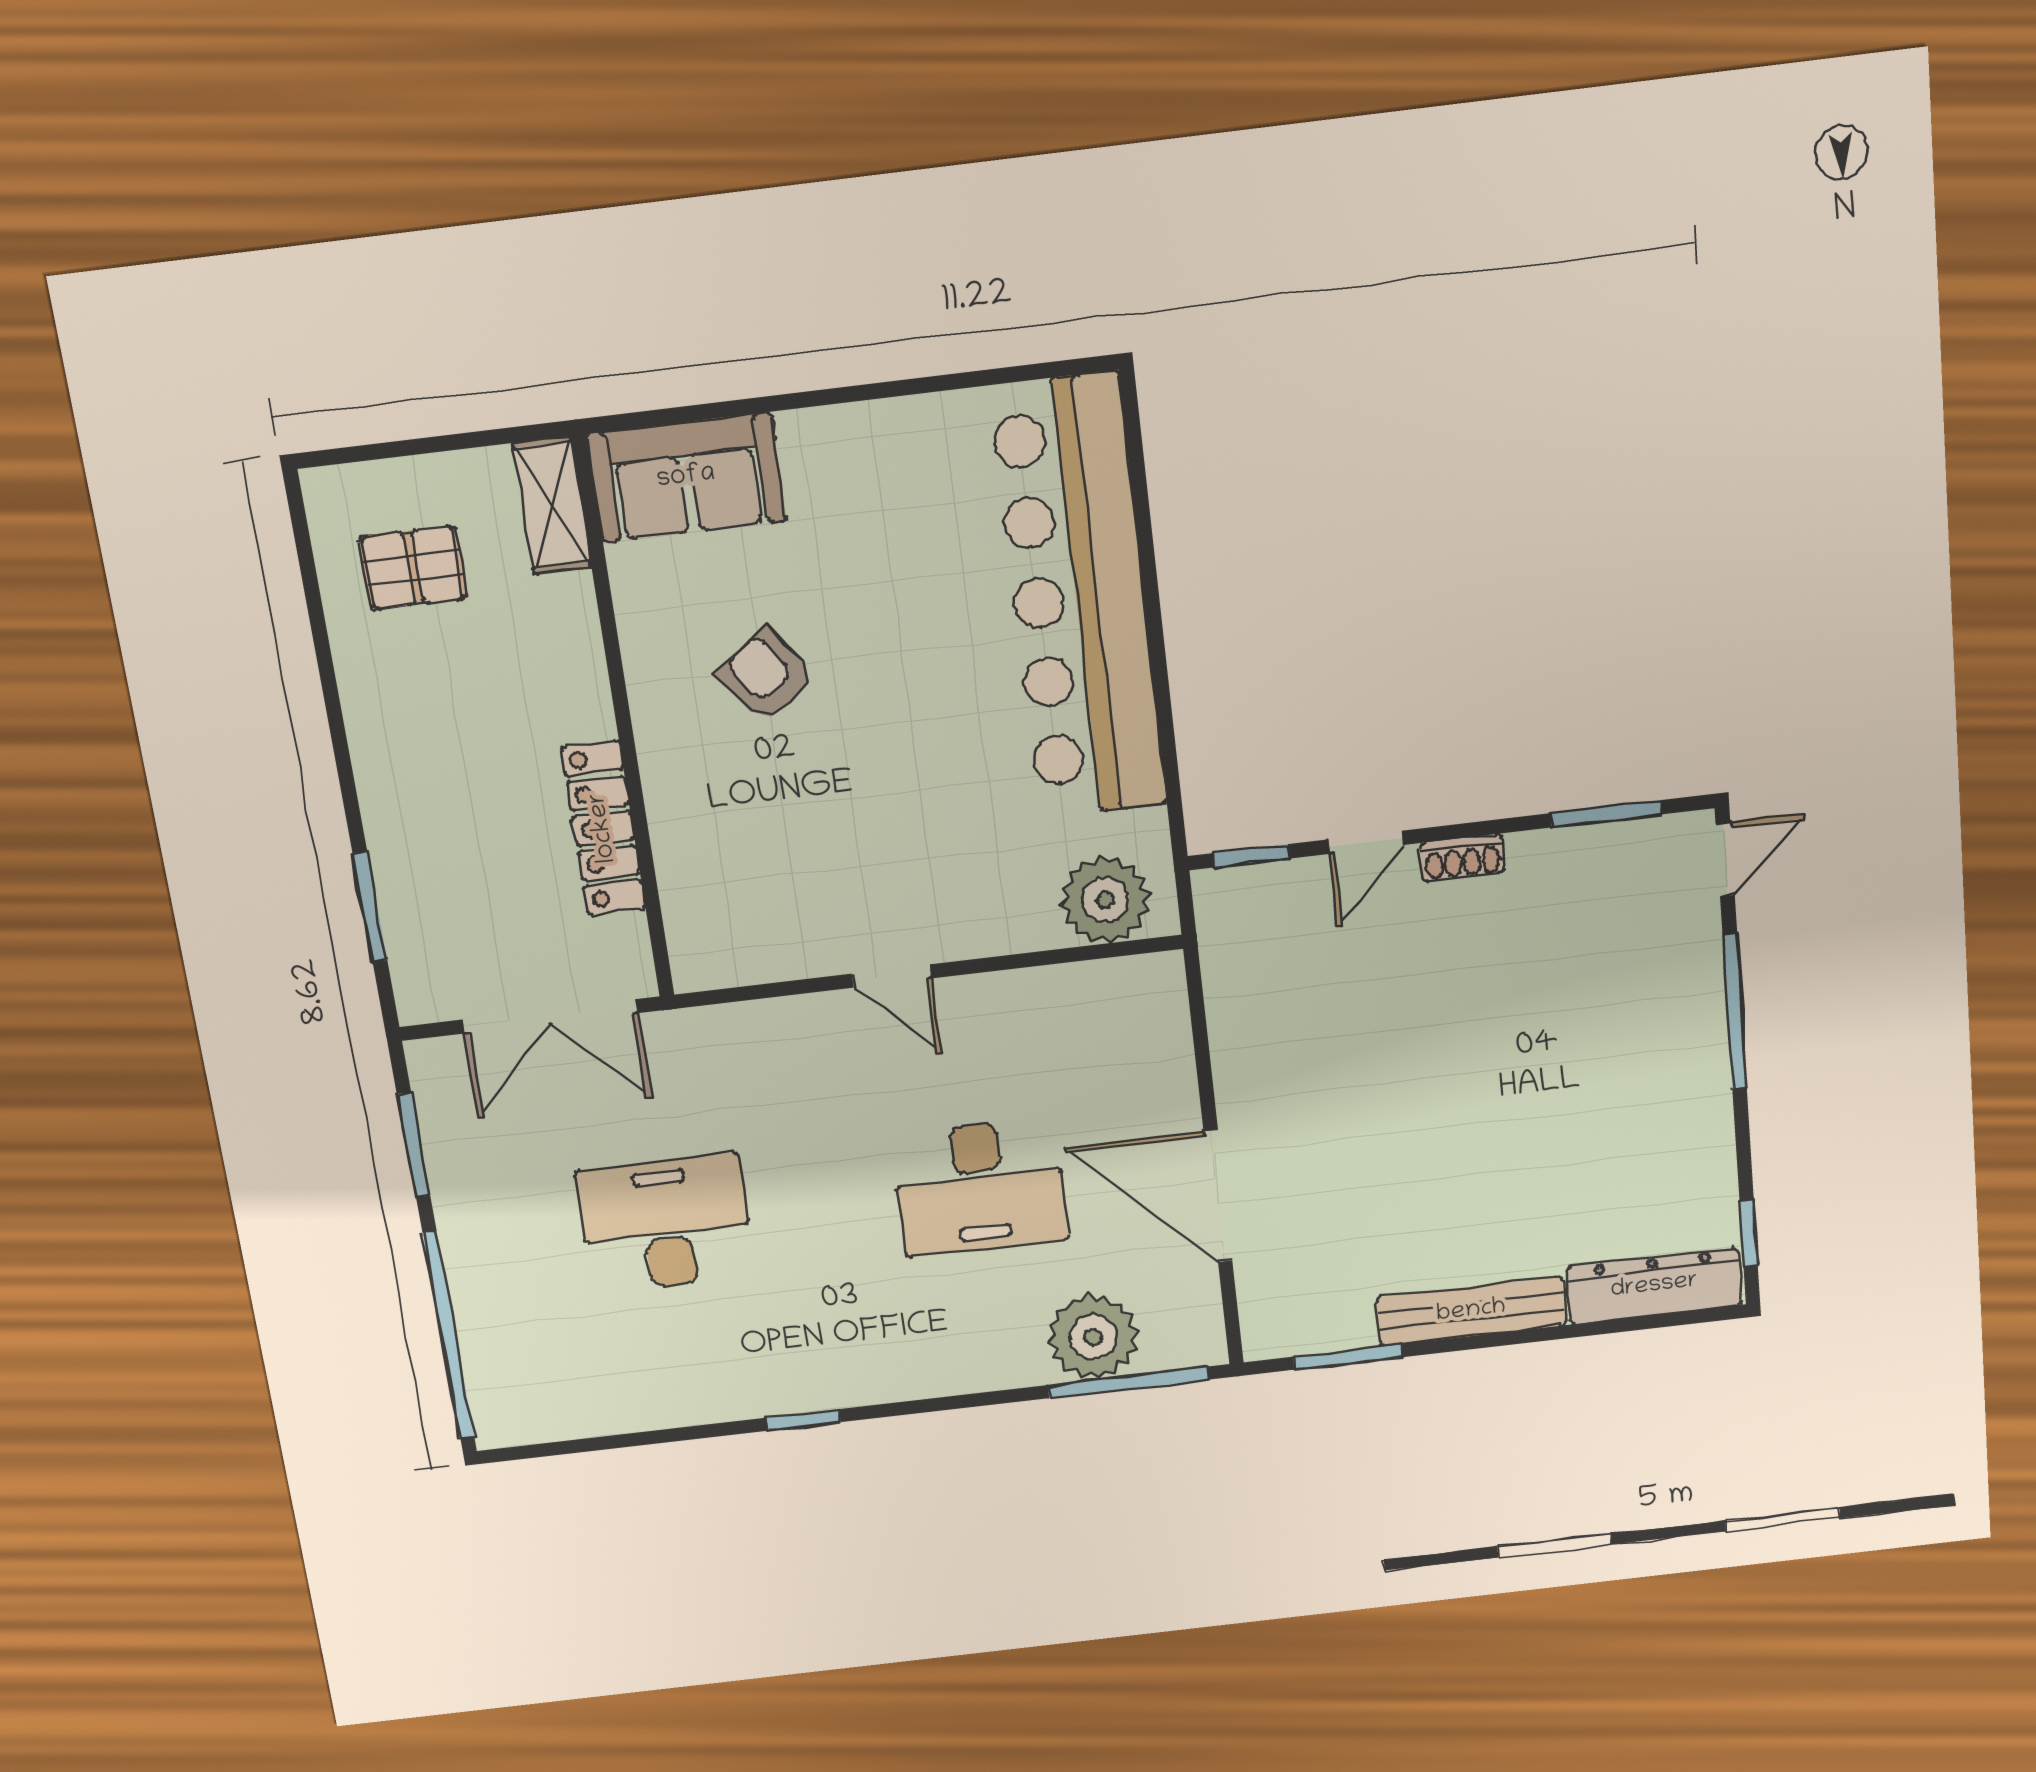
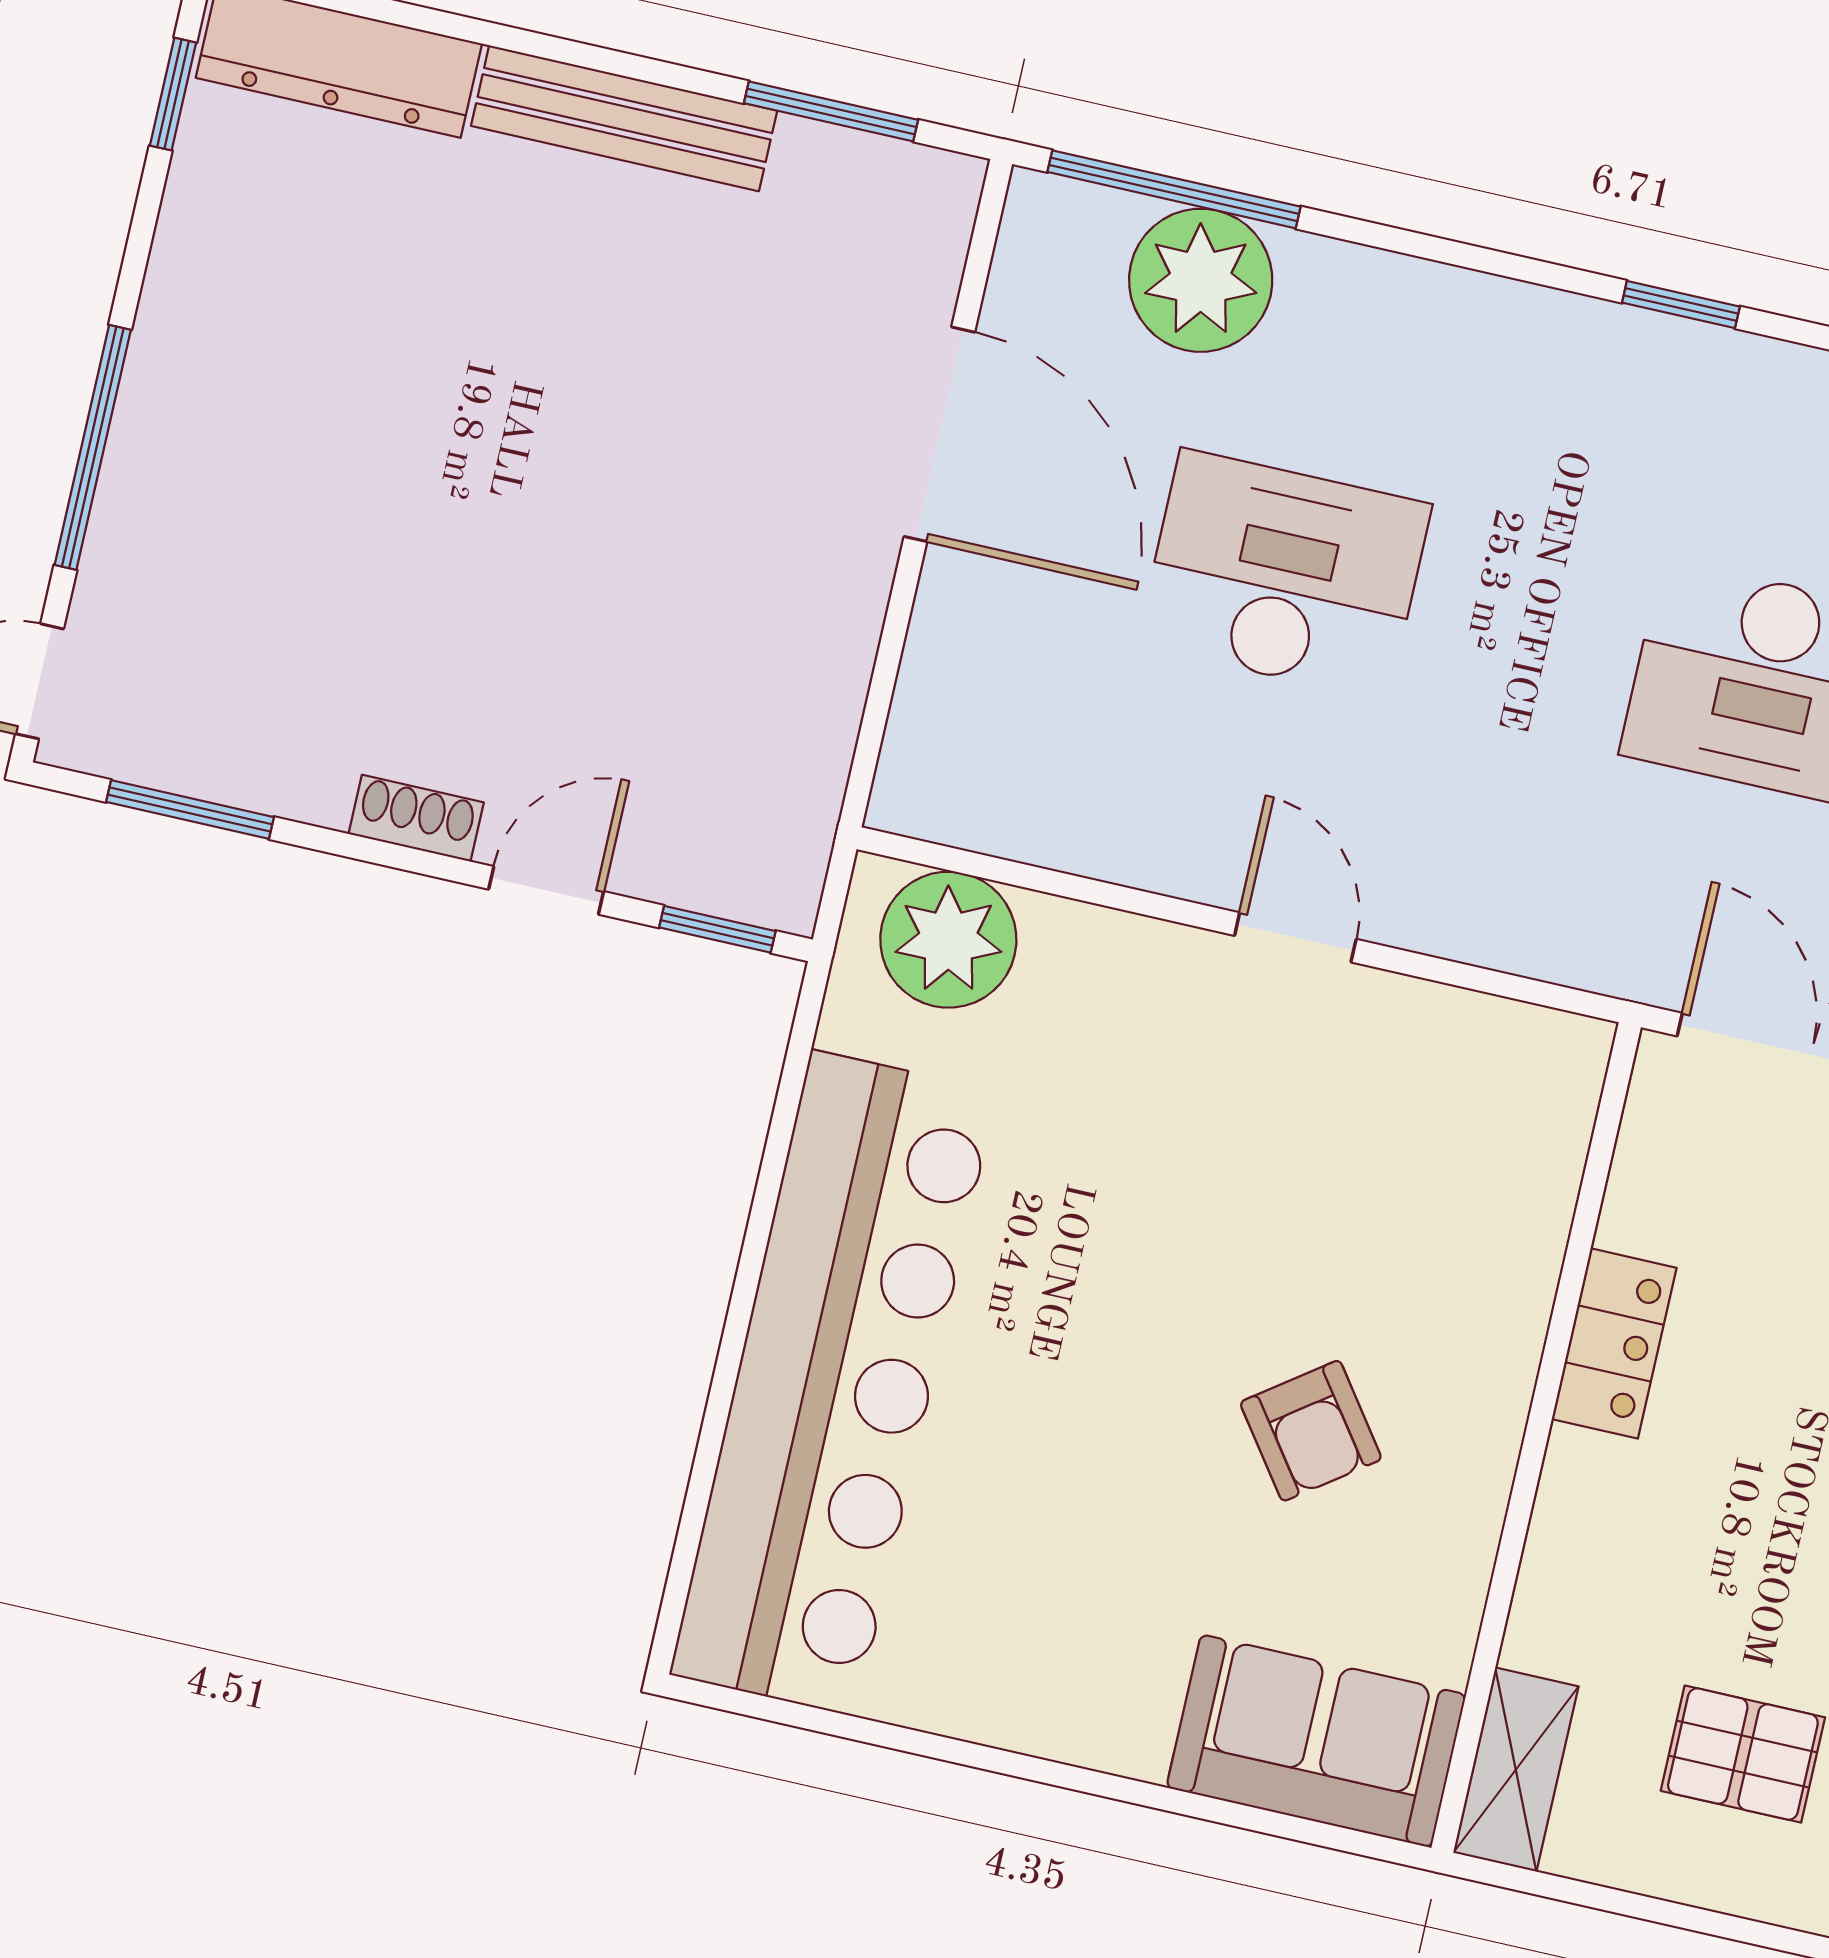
locker: (603, 828) -> (1614, 1343), width x0.66

